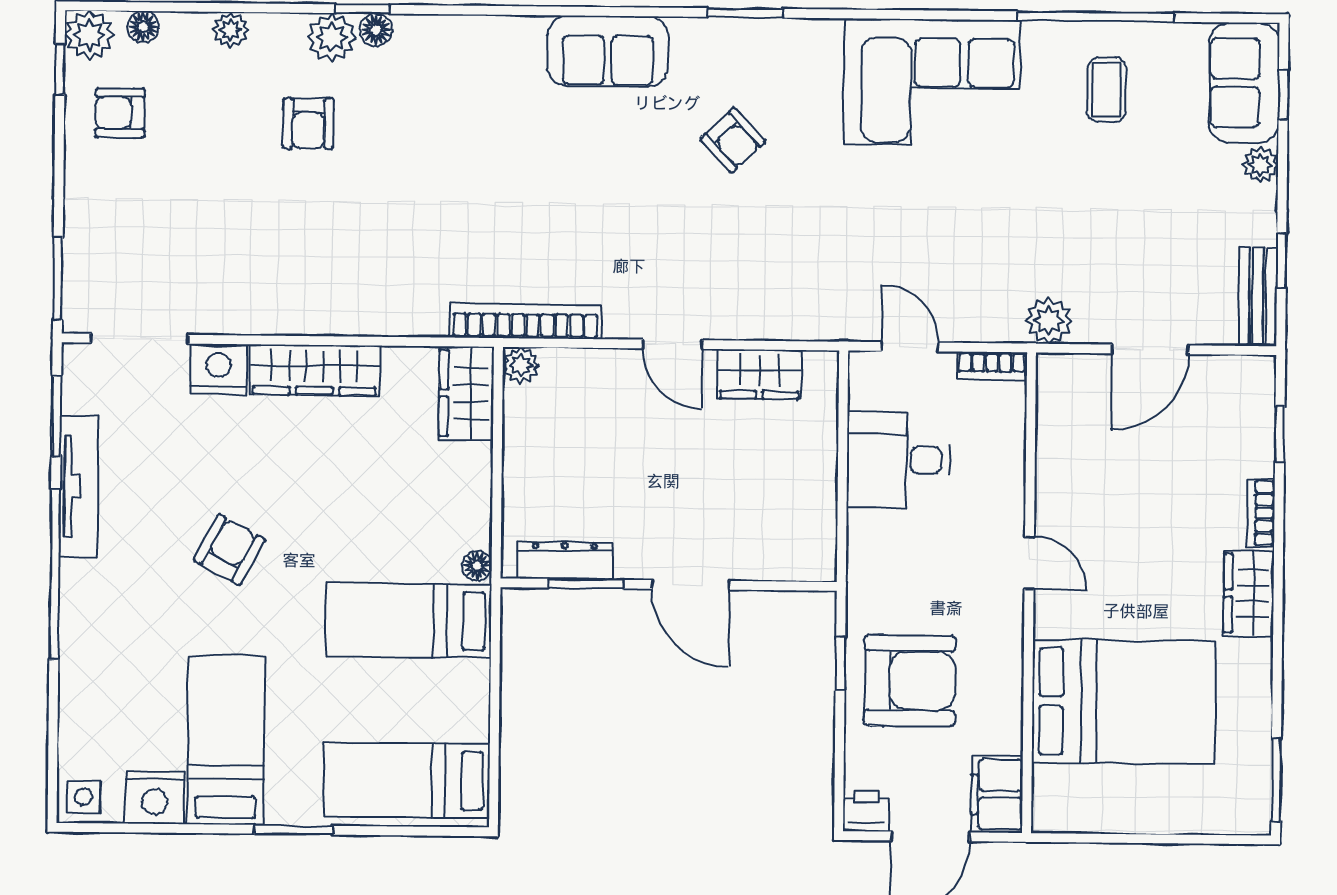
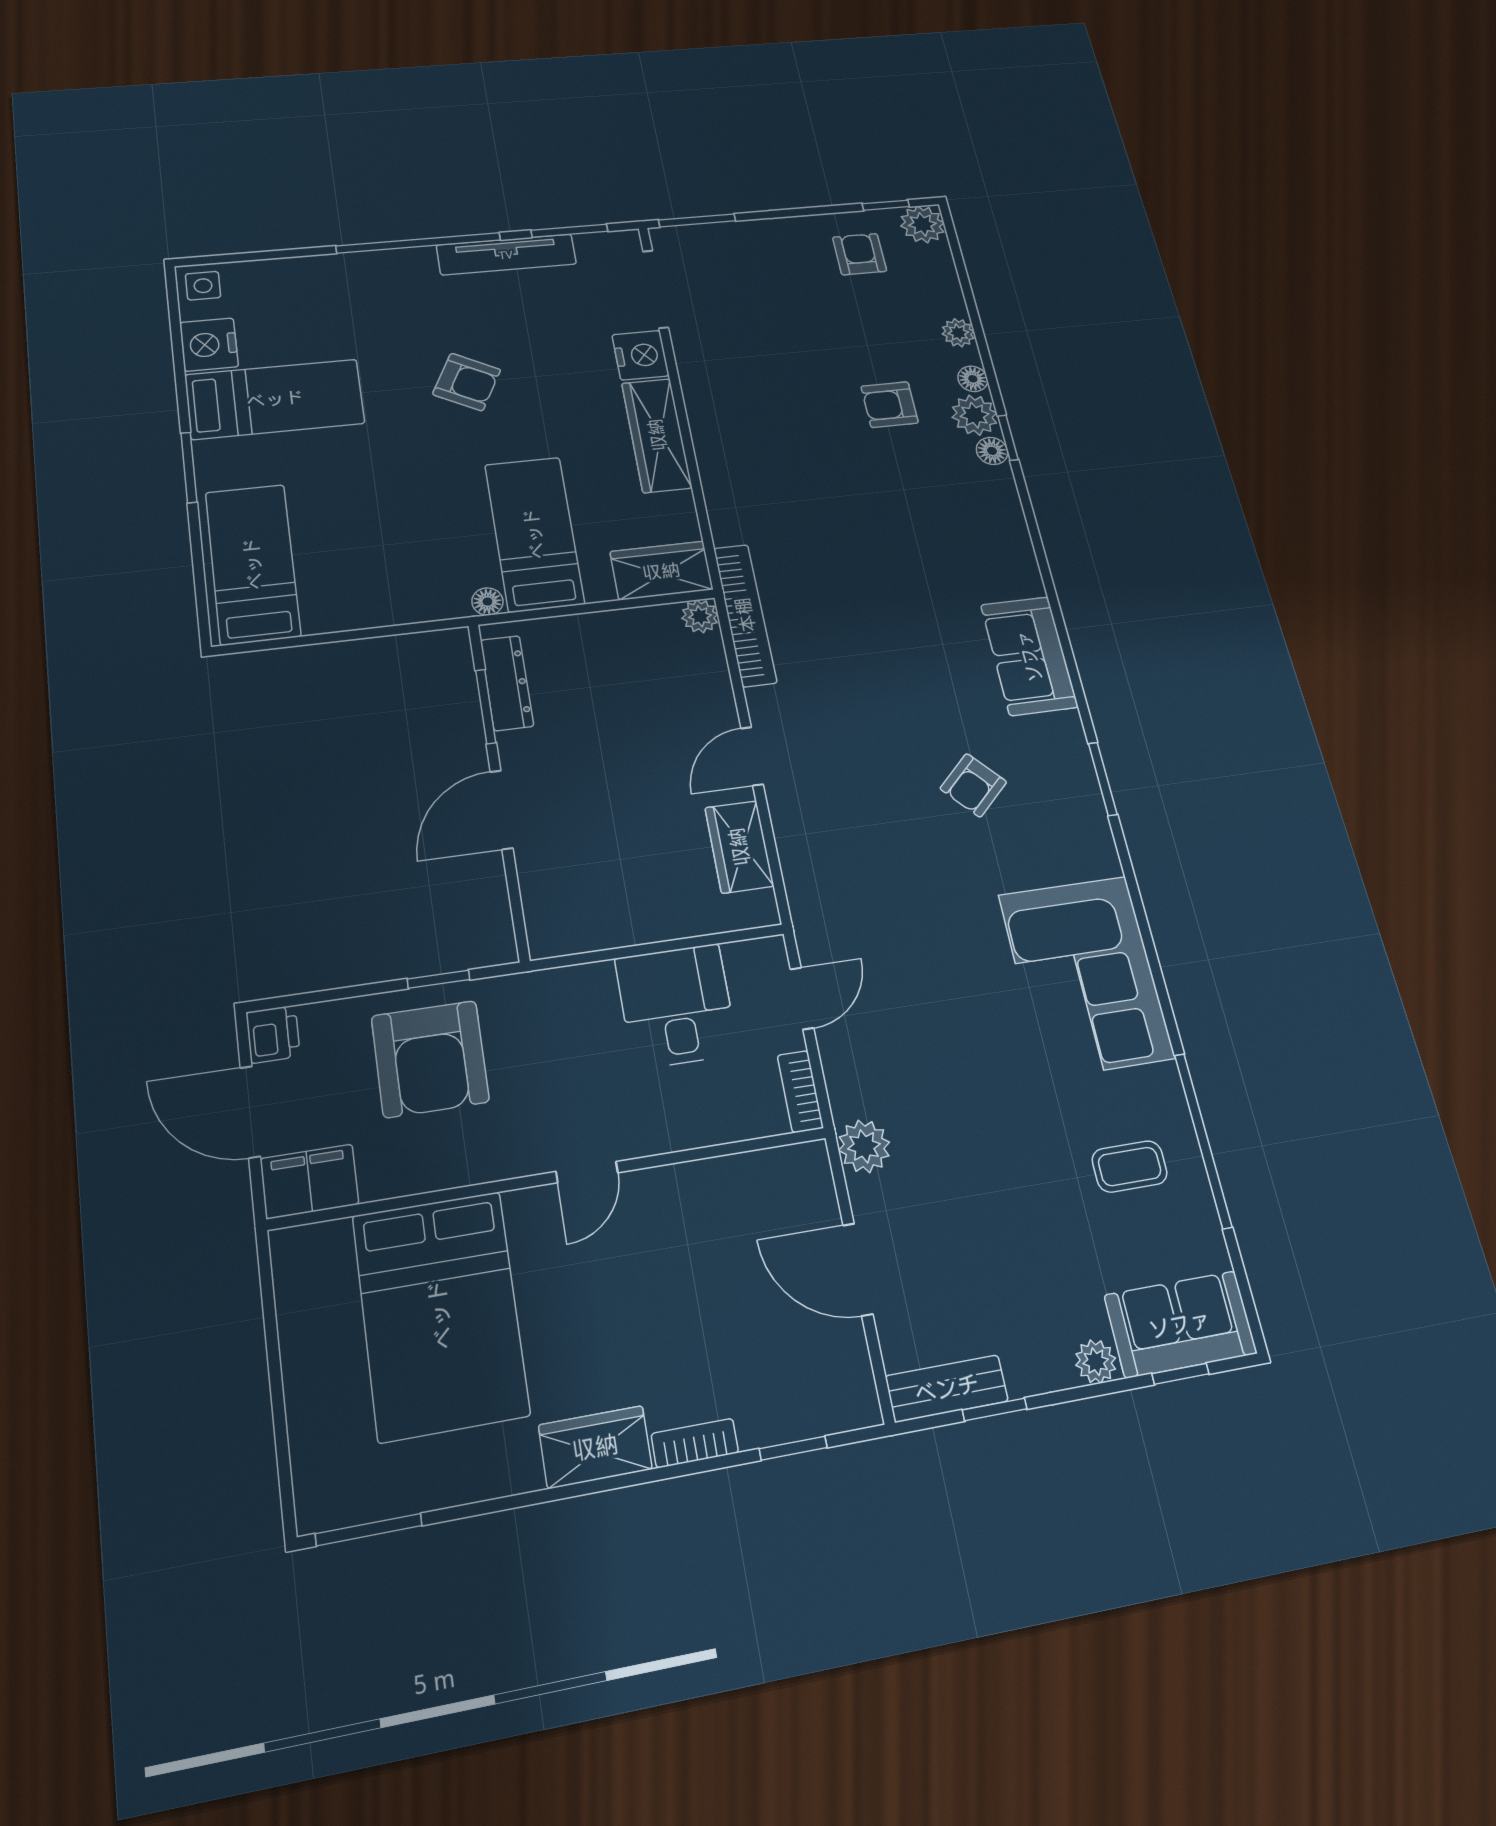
floor lamp: (143, 27) -> (973, 379), moved
bed: (409, 620) -> (534, 534), moved

